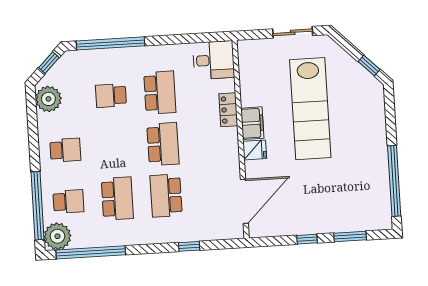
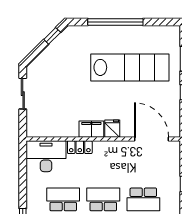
desk: (214, 60) -> (46, 156), width x1.37
lab bench: (310, 109) -> (130, 67), moved
window: (394, 181) -> (115, 22), moved

